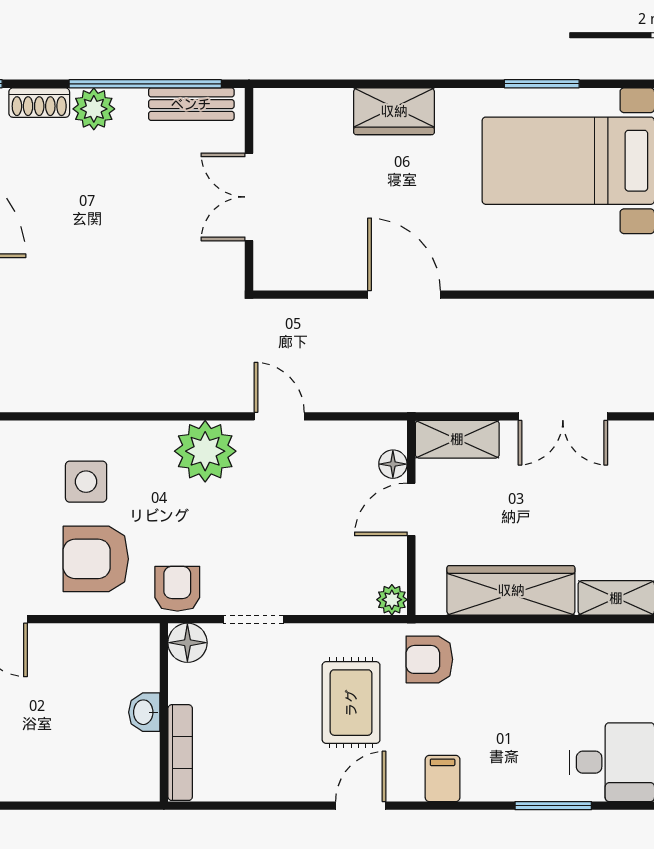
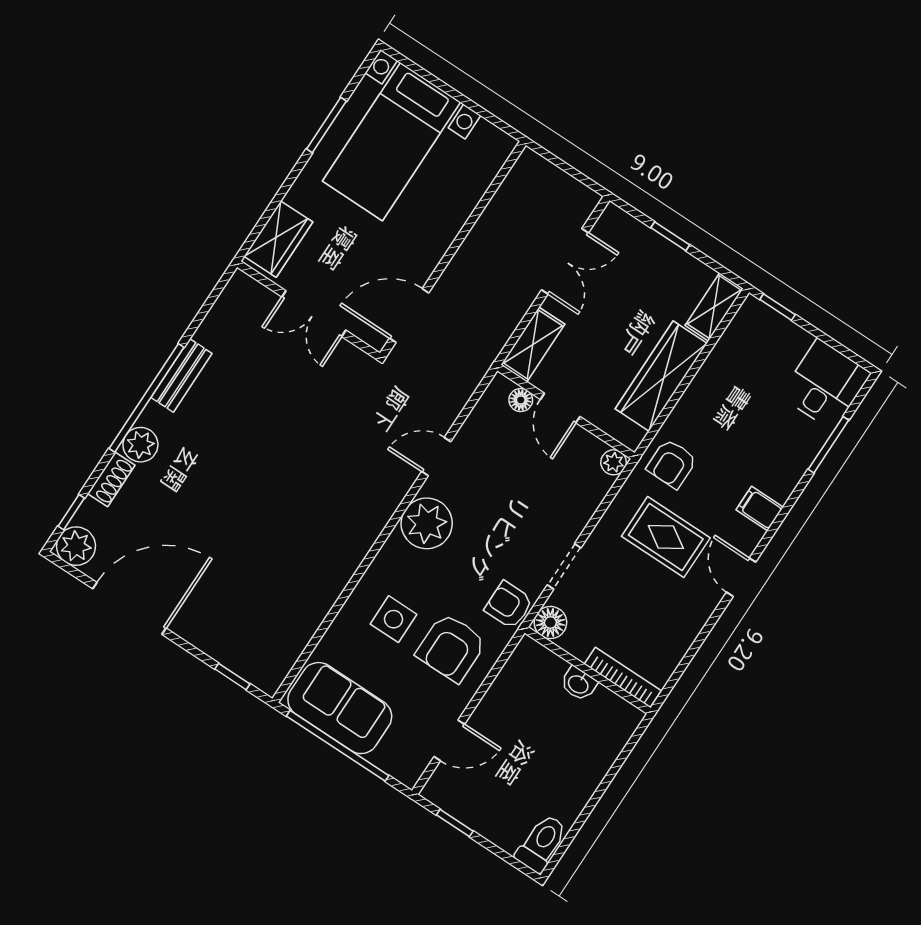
wall: (249, 189) -> (309, 310), moved
double door: (249, 197) -> (314, 314), moved

